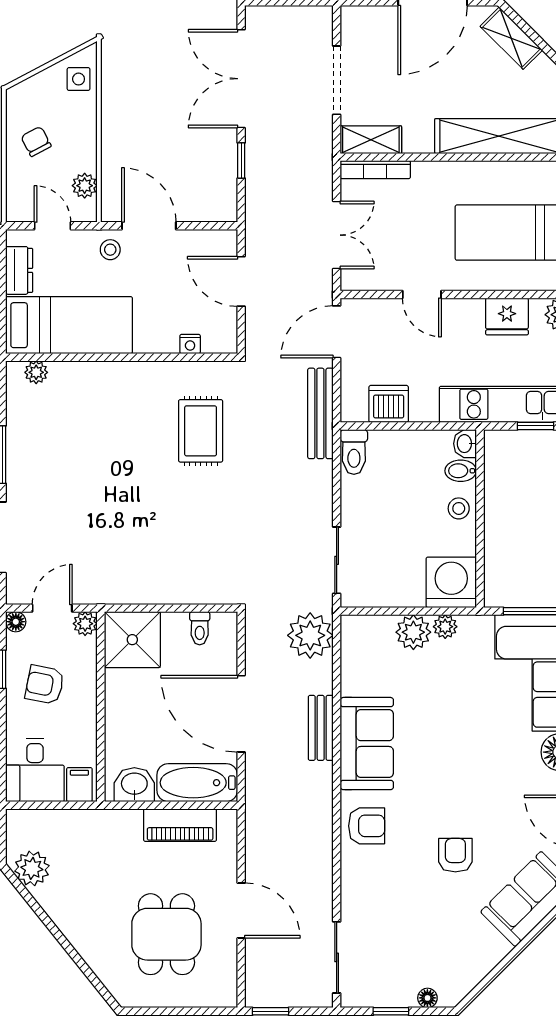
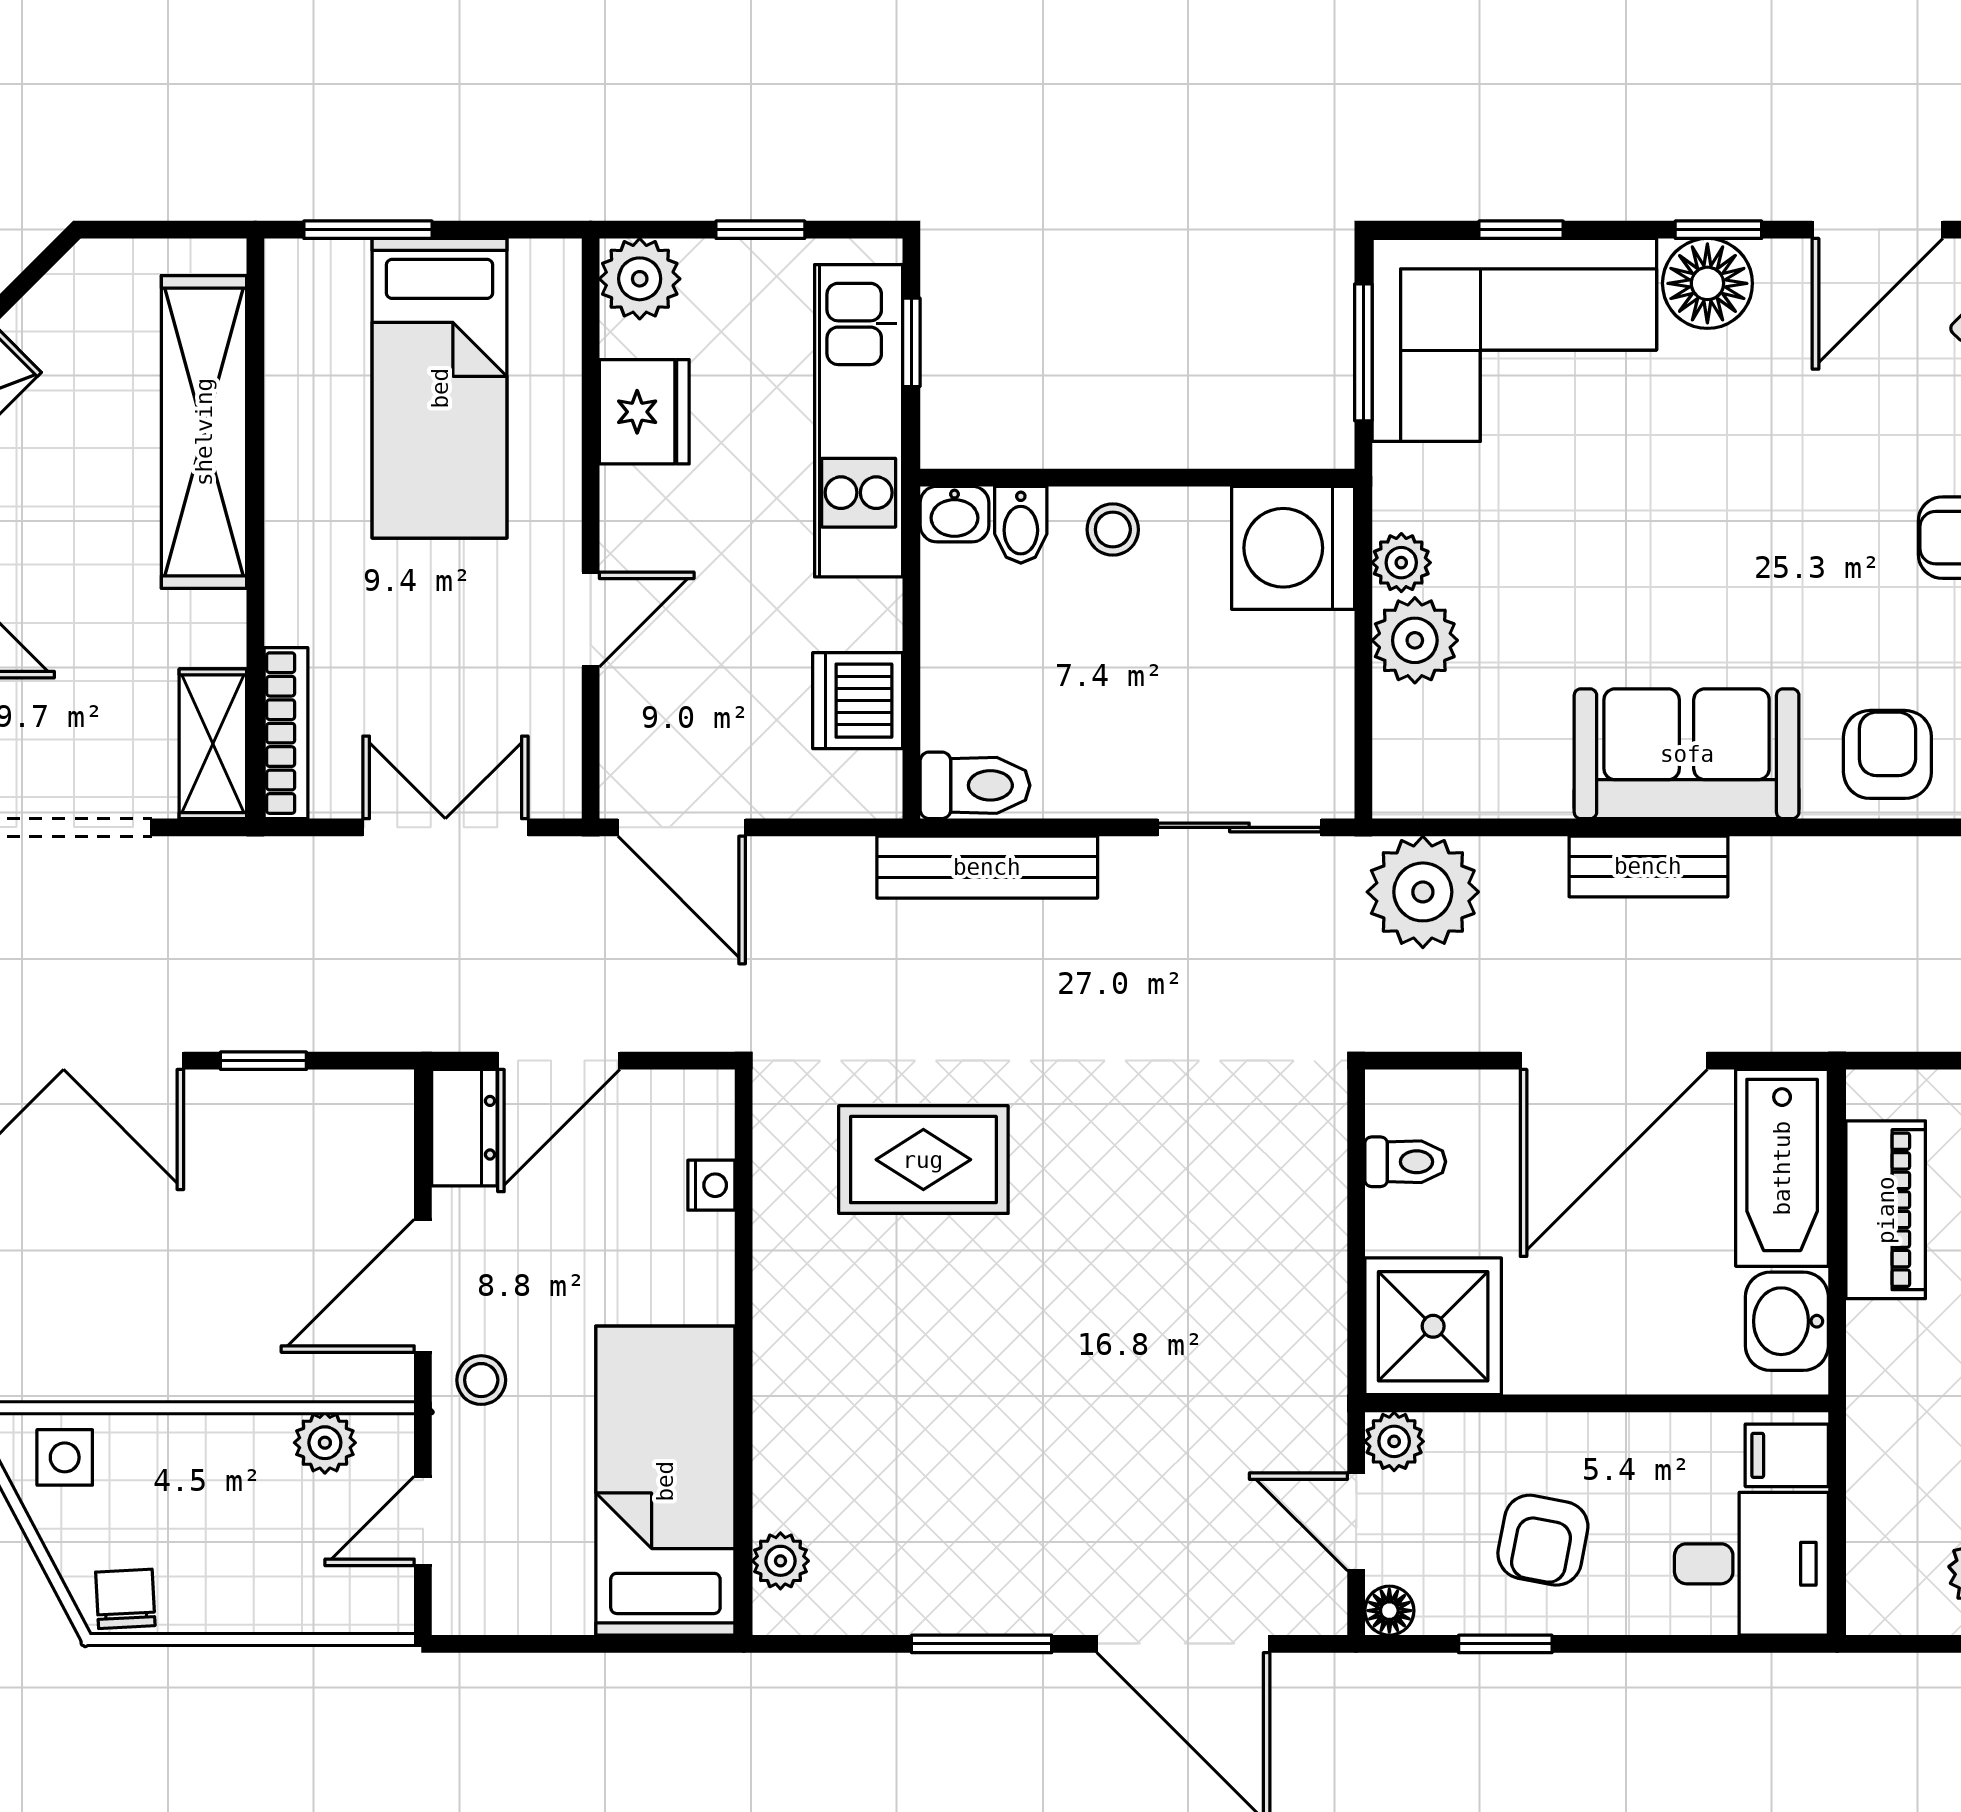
chair: (36, 141) -> (125, 1599), moved, turned 115
dresser: (19, 270) -> (464, 1128), moved, turned 90
bench: (320, 413) -> (987, 867), moved

